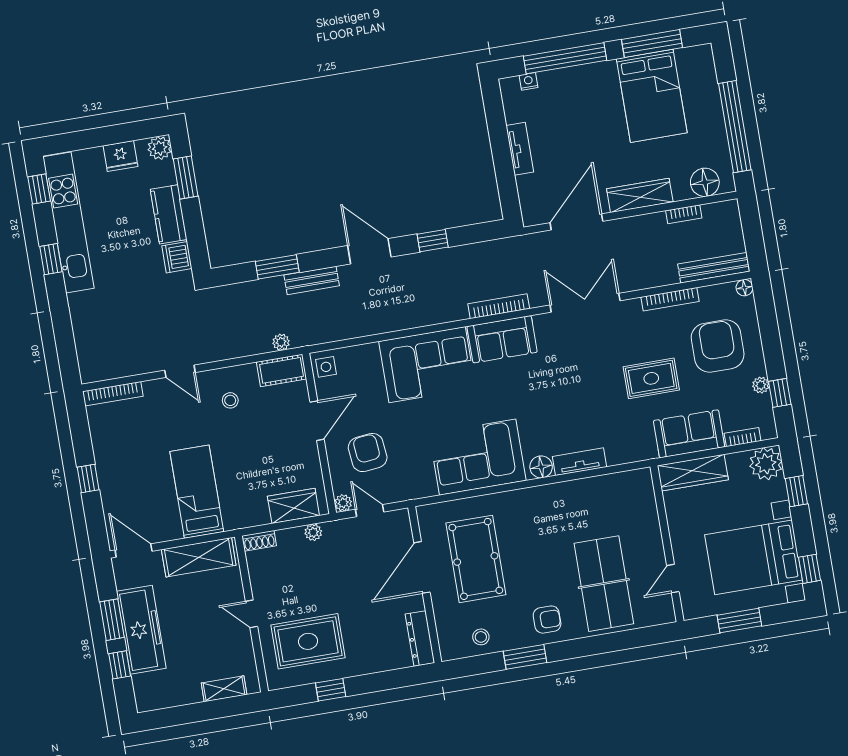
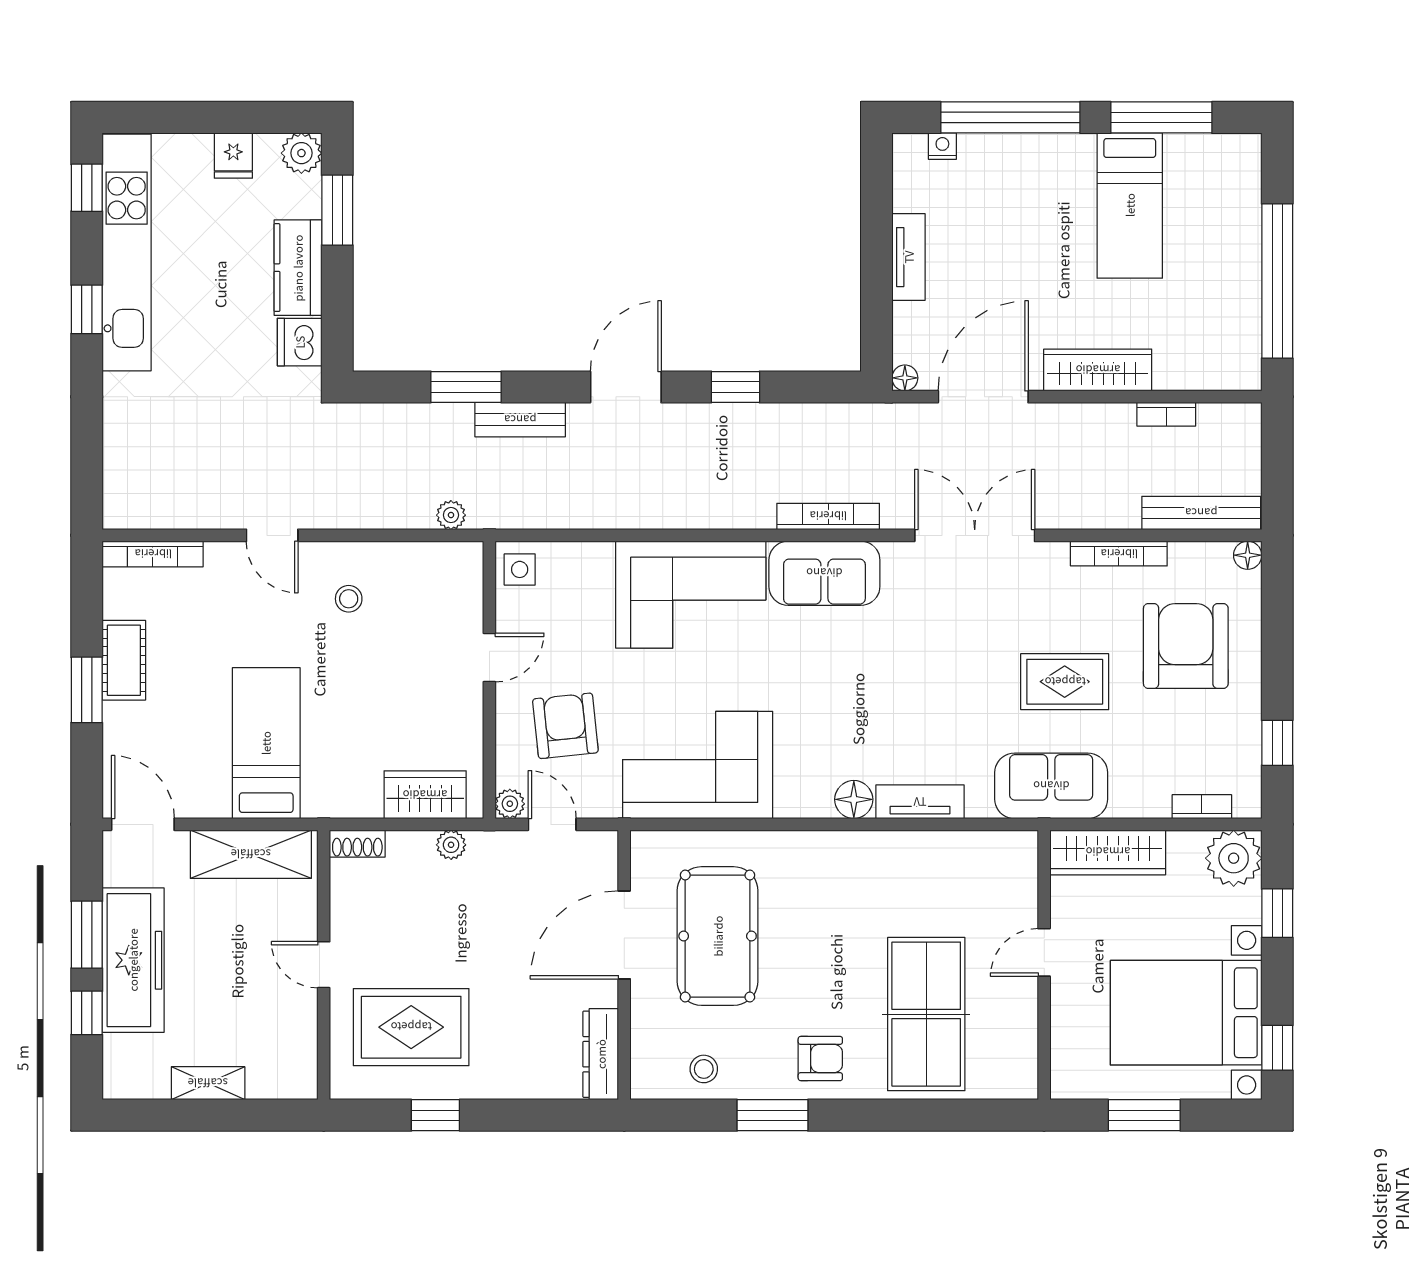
bed: (652, 96) -> (1130, 205), width x0.67
fridge: (120, 156) -> (233, 156), width x0.72
floor lamp: (705, 182) -> (905, 378), moved, width x0.53, depth x0.53
door: (369, 251) -> (626, 387), hinge flipped
cot: (282, 370) -> (124, 660), moved, turned 90
plant: (761, 385) -> (1247, 724), removed
door: (317, 421) -> (489, 658), width x0.73
sofa: (689, 434) -> (1051, 786), moved
corner sofa: (478, 457) -> (698, 765), moved
window: (88, 479) -> (87, 690), width x1.50
door: (673, 579) -> (1044, 952), moved
shelving: (224, 689) -> (208, 1083), moved

